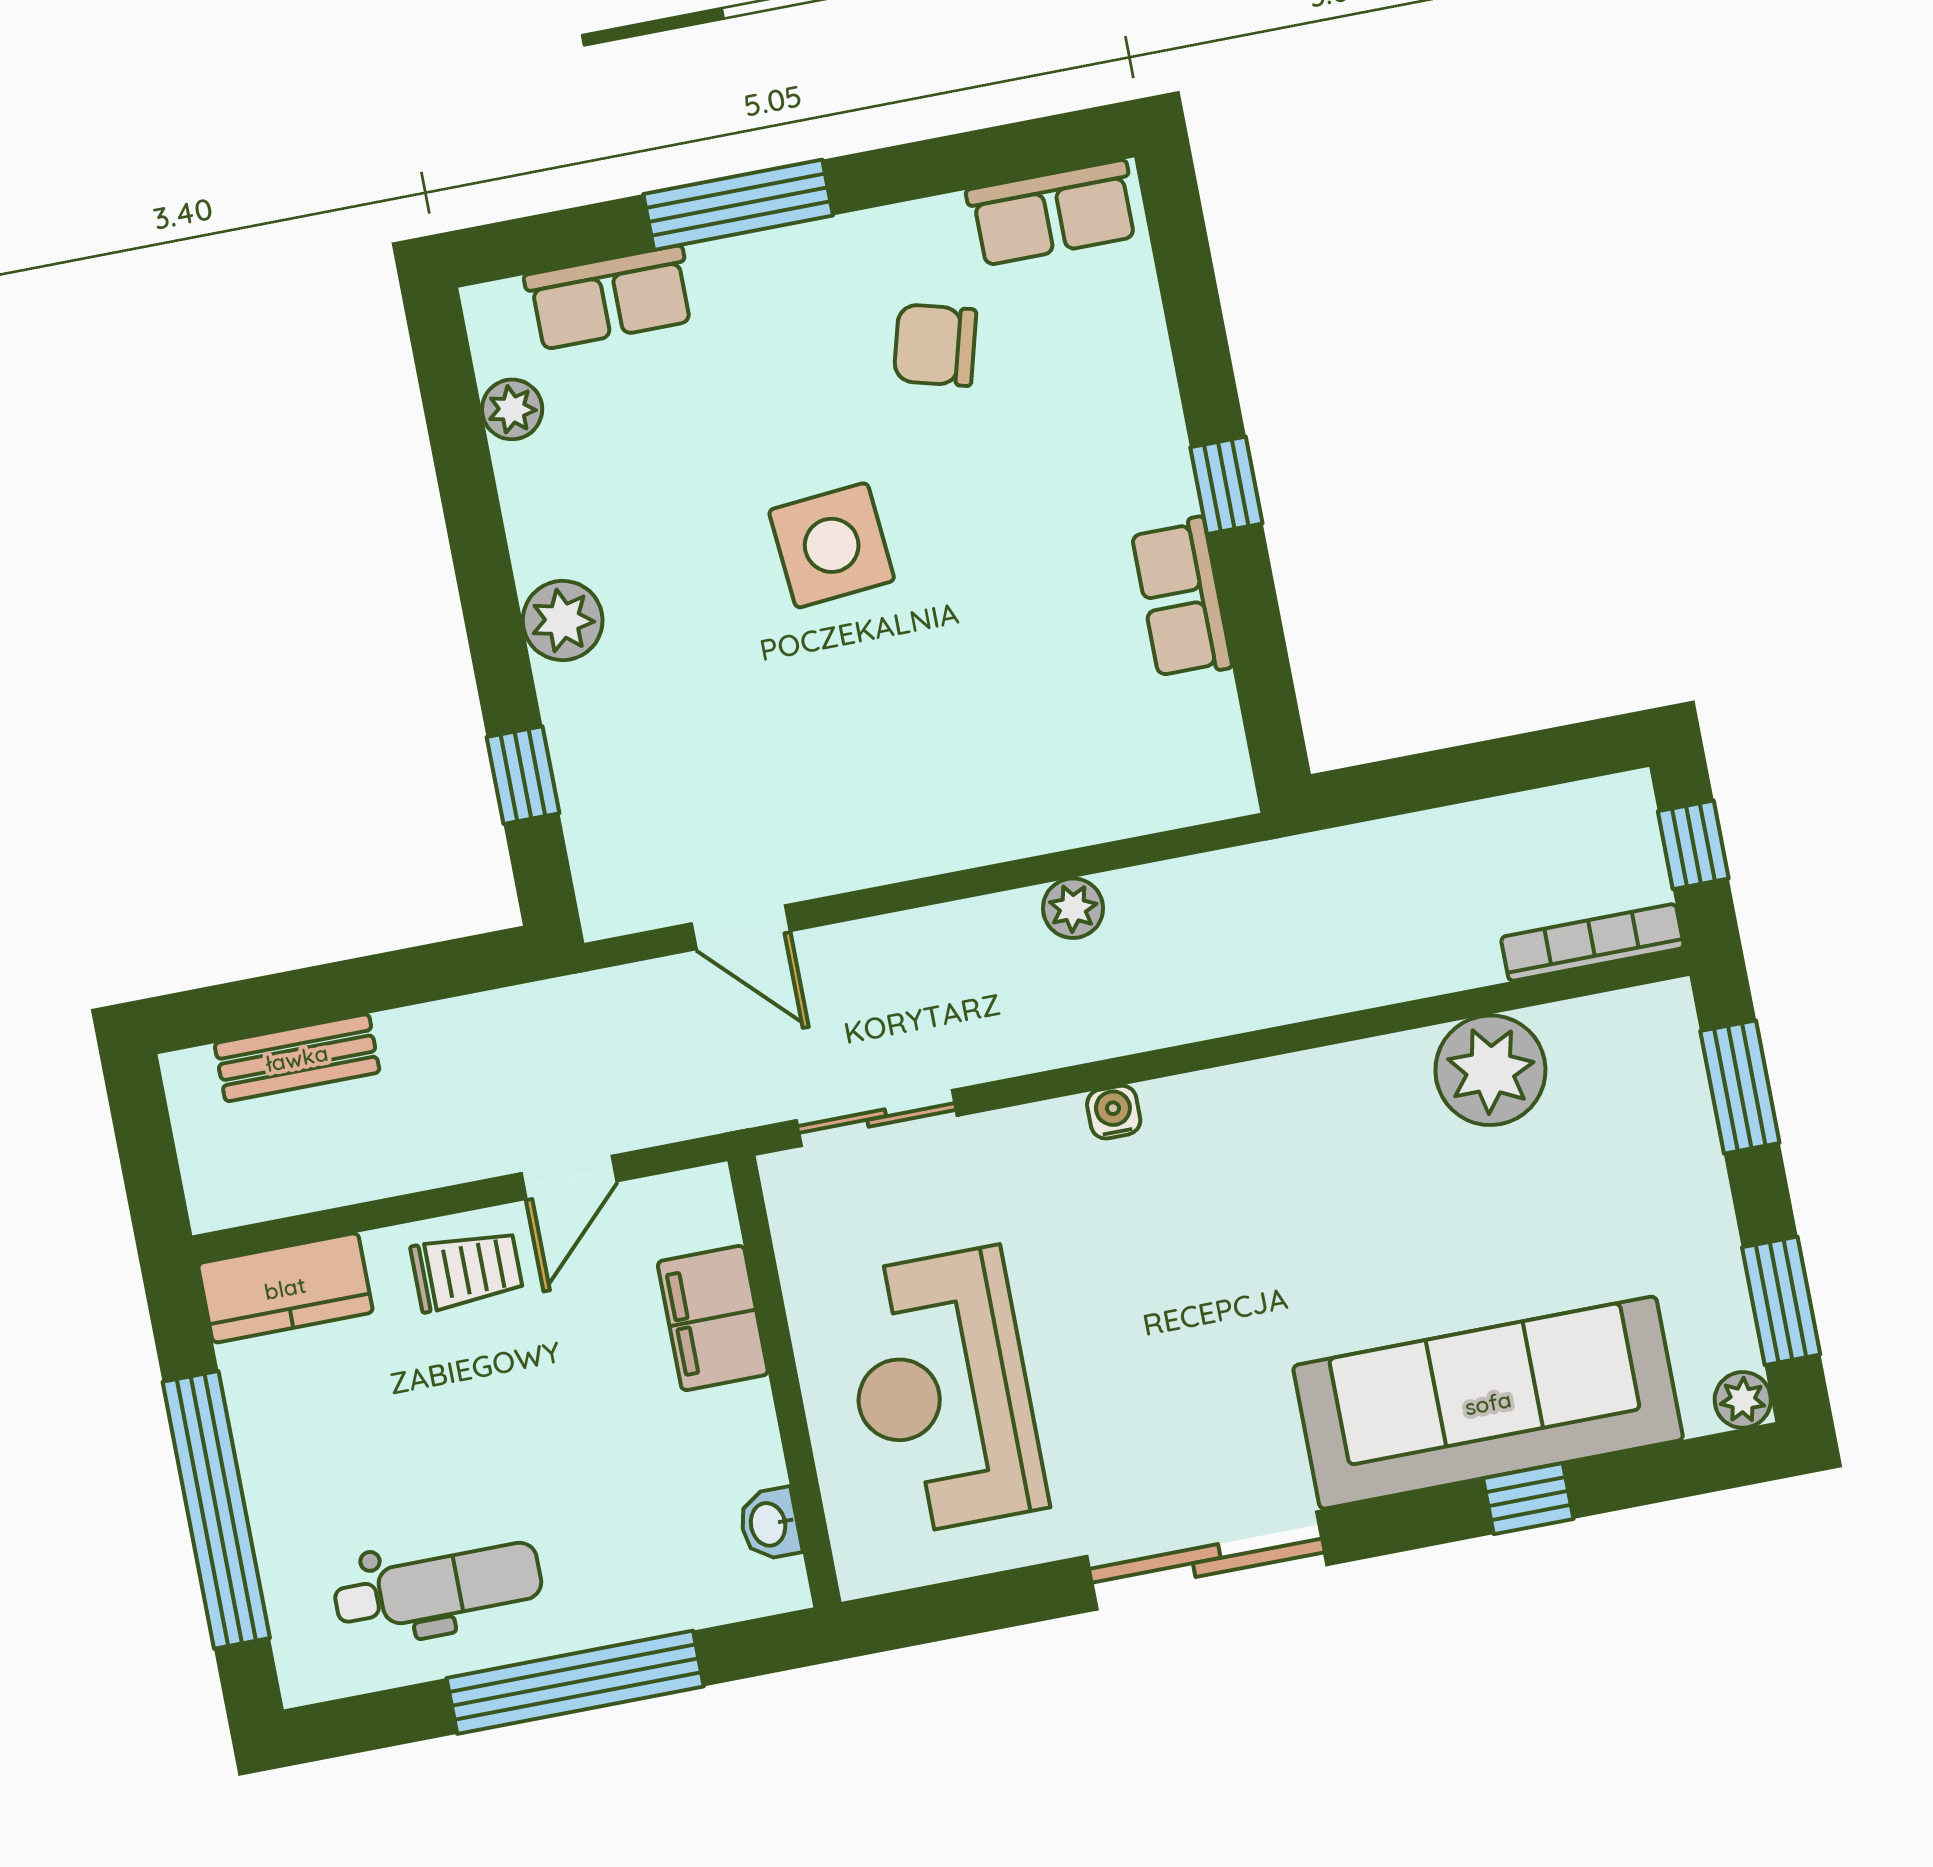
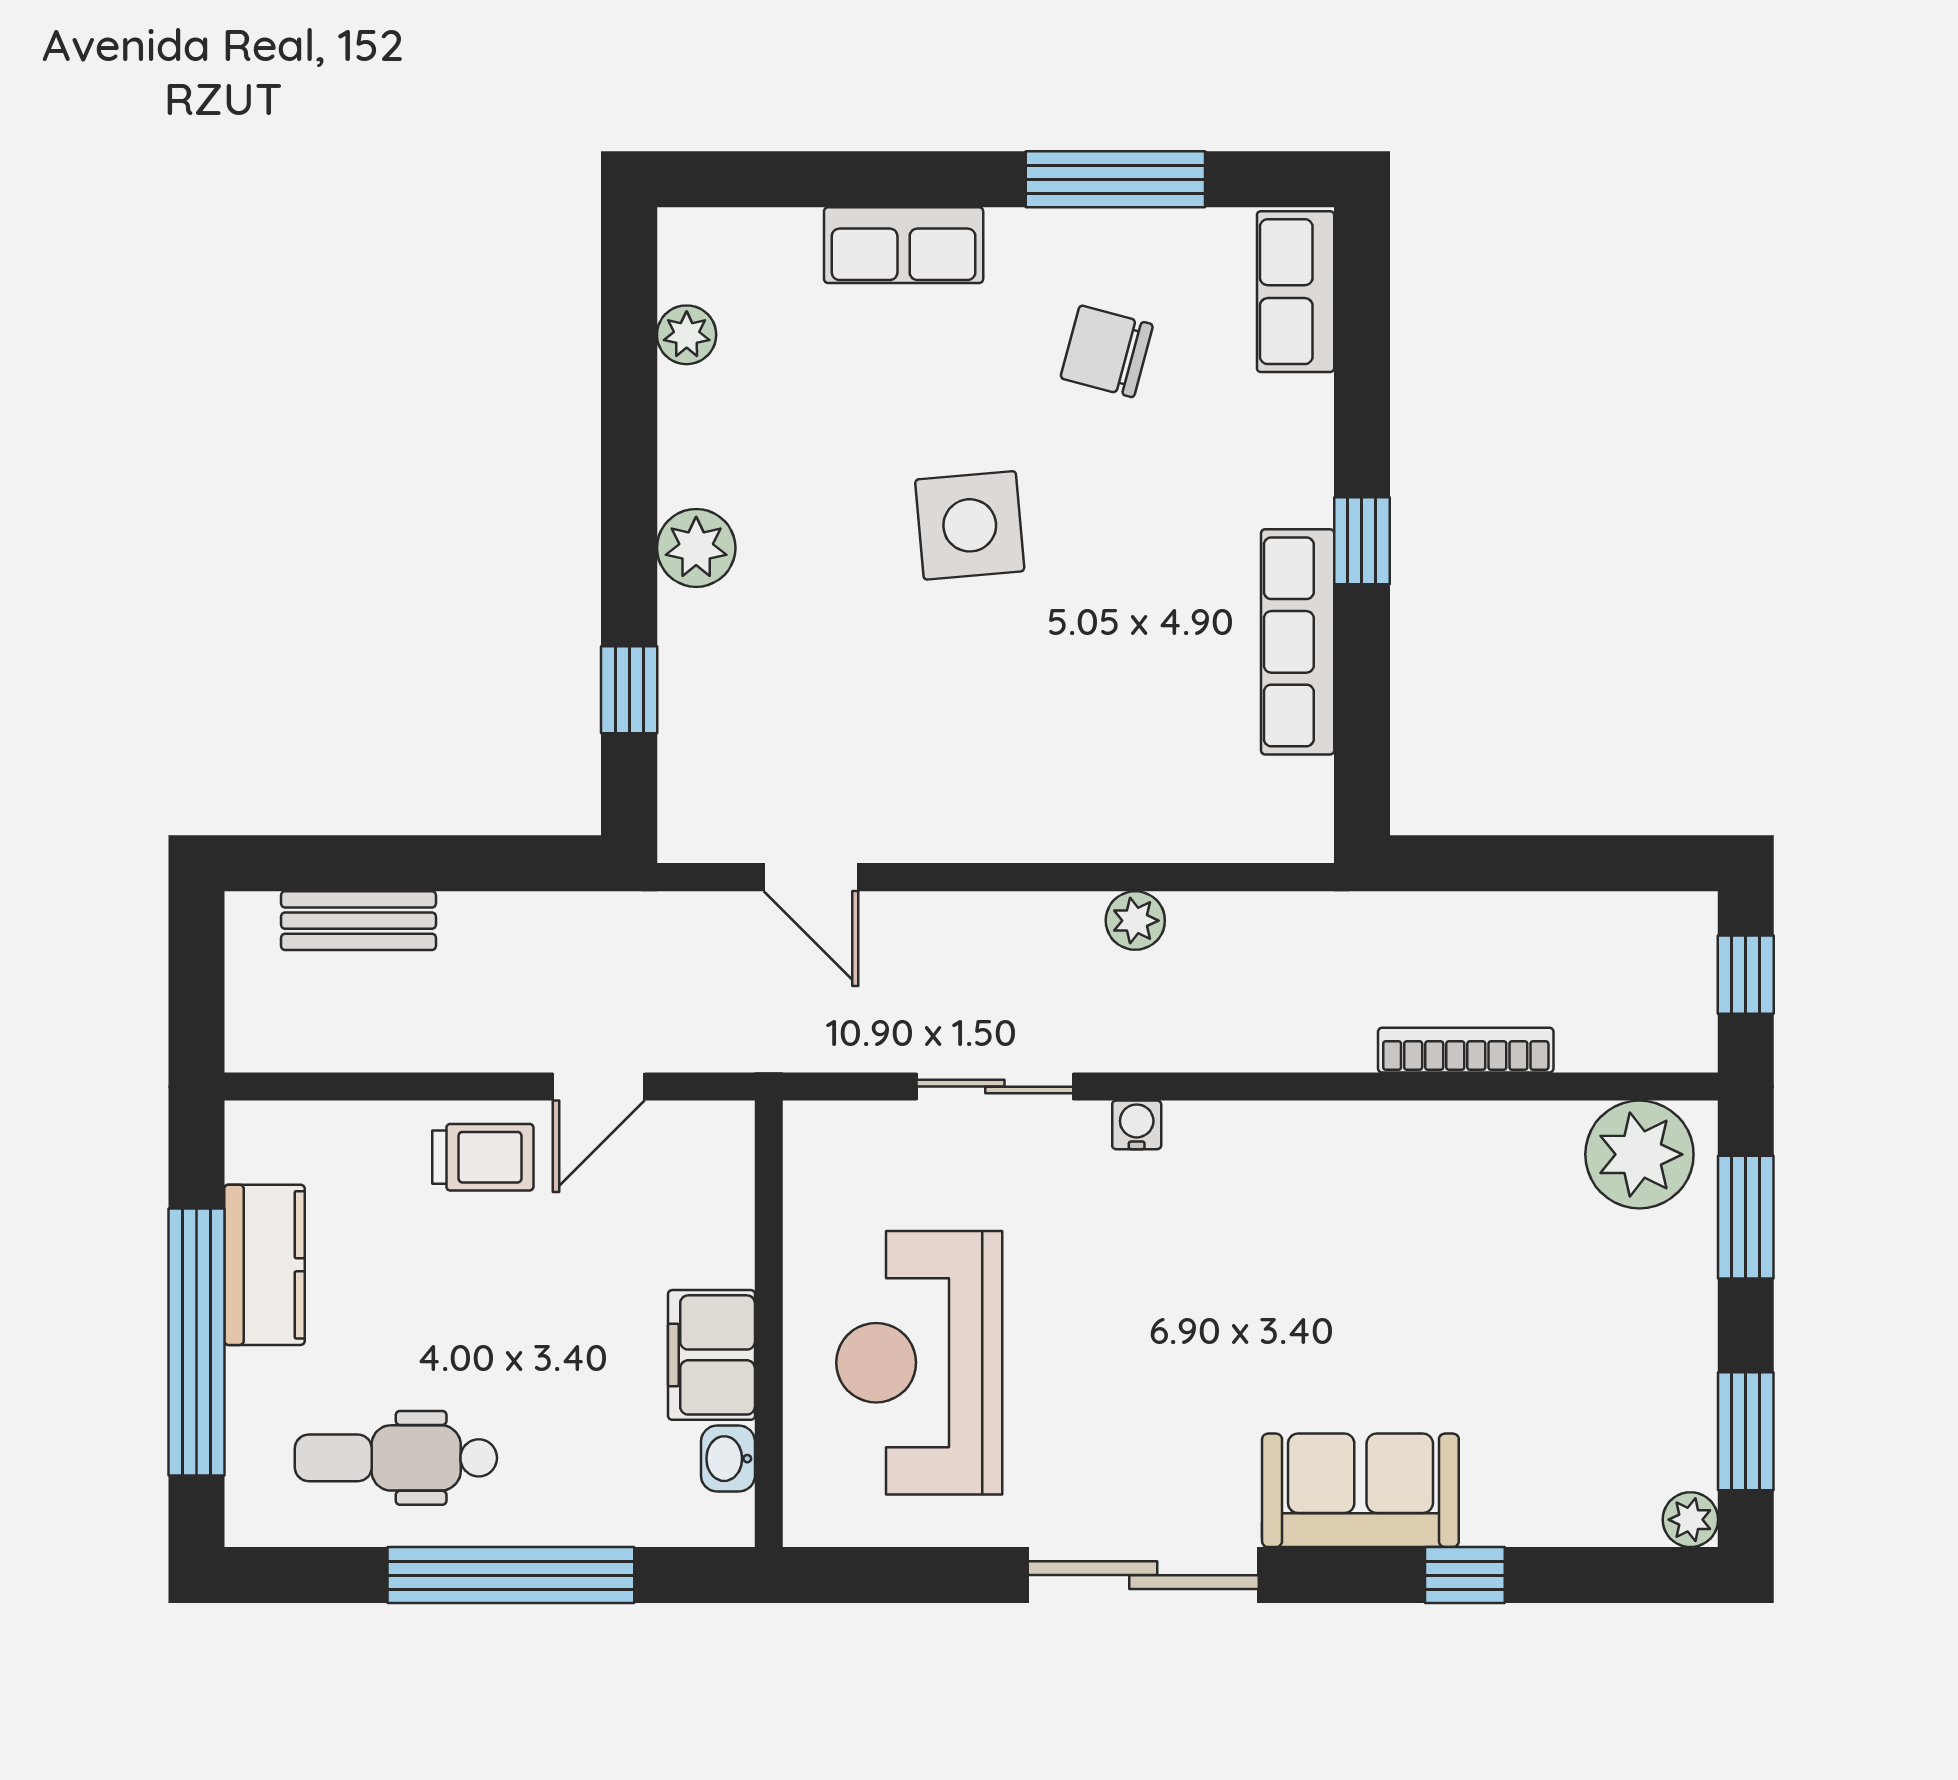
window: (738, 205) -> (1115, 179), moved
row of seats: (1053, 213) -> (1296, 292), moved, turned 90
row of seats: (610, 298) -> (904, 245), moved
row of seats: (1182, 599) -> (1298, 642), width x1.48
bookcase: (1592, 942) -> (1466, 1050), moved
plant: (1490, 1070) -> (1639, 1154), moved
sliding door: (877, 1118) -> (995, 1087), moved
kitchen counter: (285, 1288) -> (264, 1265), moved, turned -90
filing cabinet: (713, 1318) -> (711, 1355), moved
sofa: (1488, 1403) -> (1360, 1490), width x0.54, depth x0.79
dental chair: (438, 1587) -> (396, 1458), turned 180

